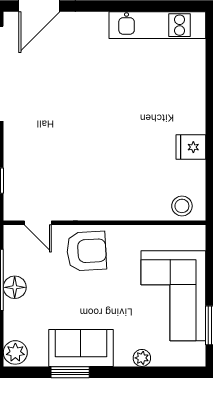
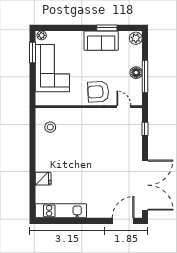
fridge: (191, 147) -> (43, 179), moved
stool: (182, 206) -> (50, 127), moved
plant: (142, 358) -> (42, 35), moved

